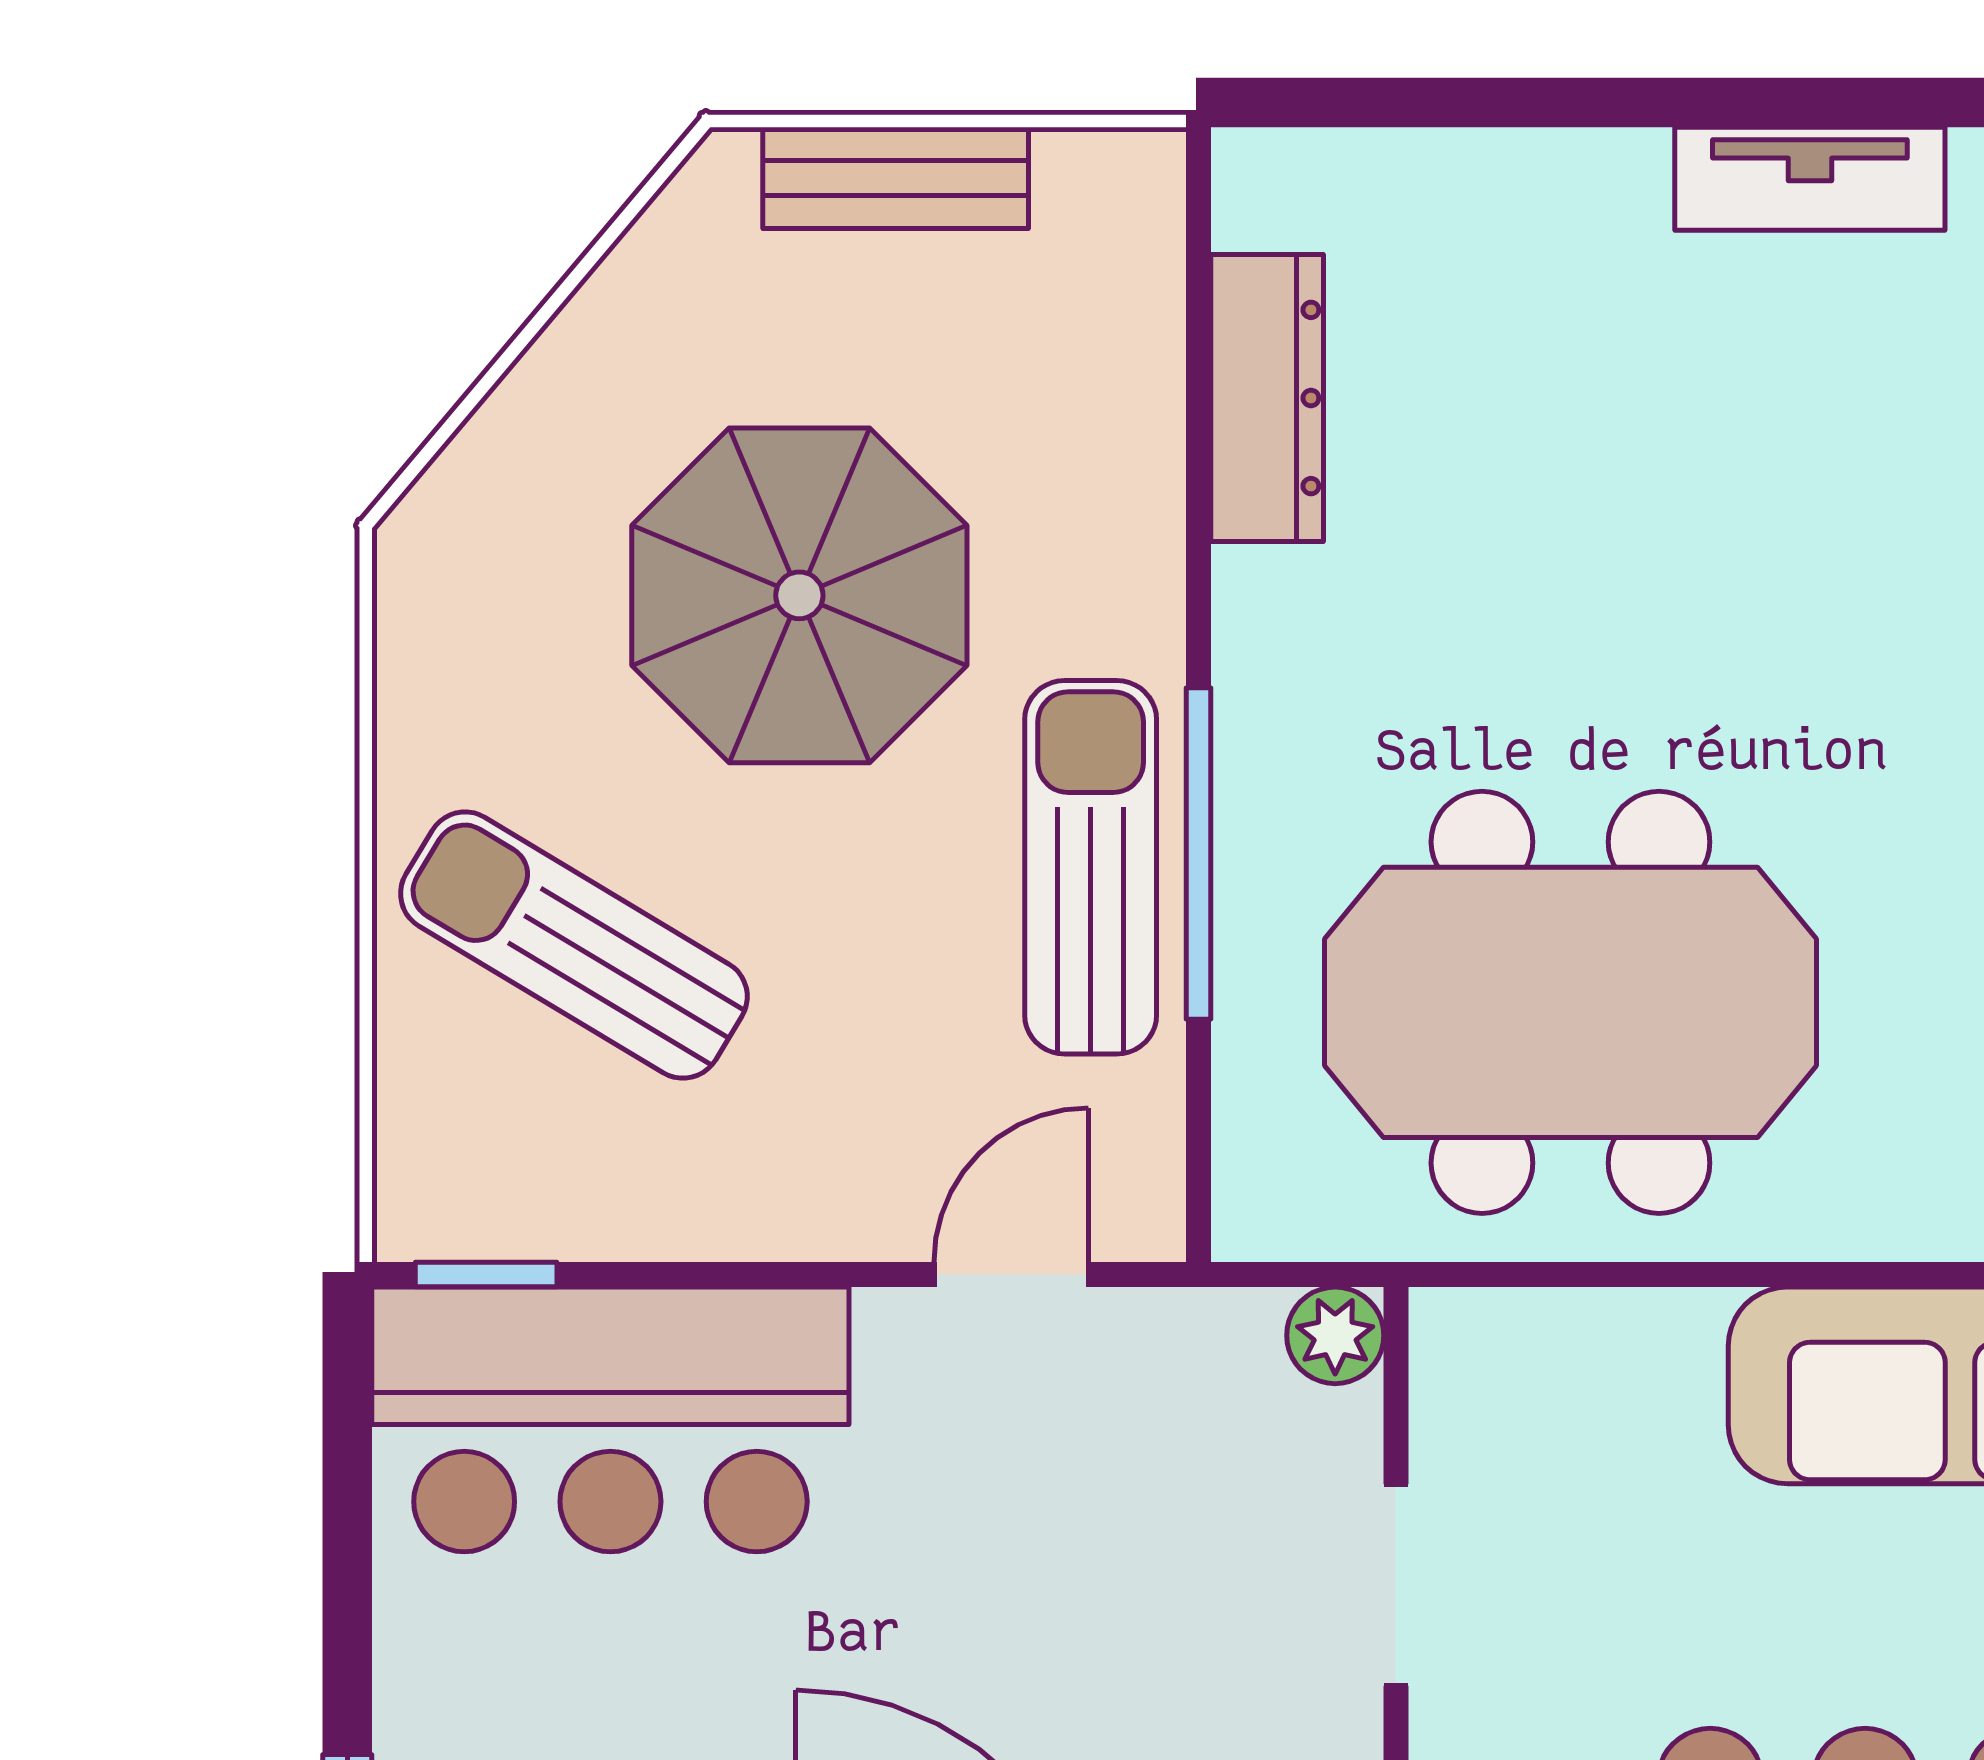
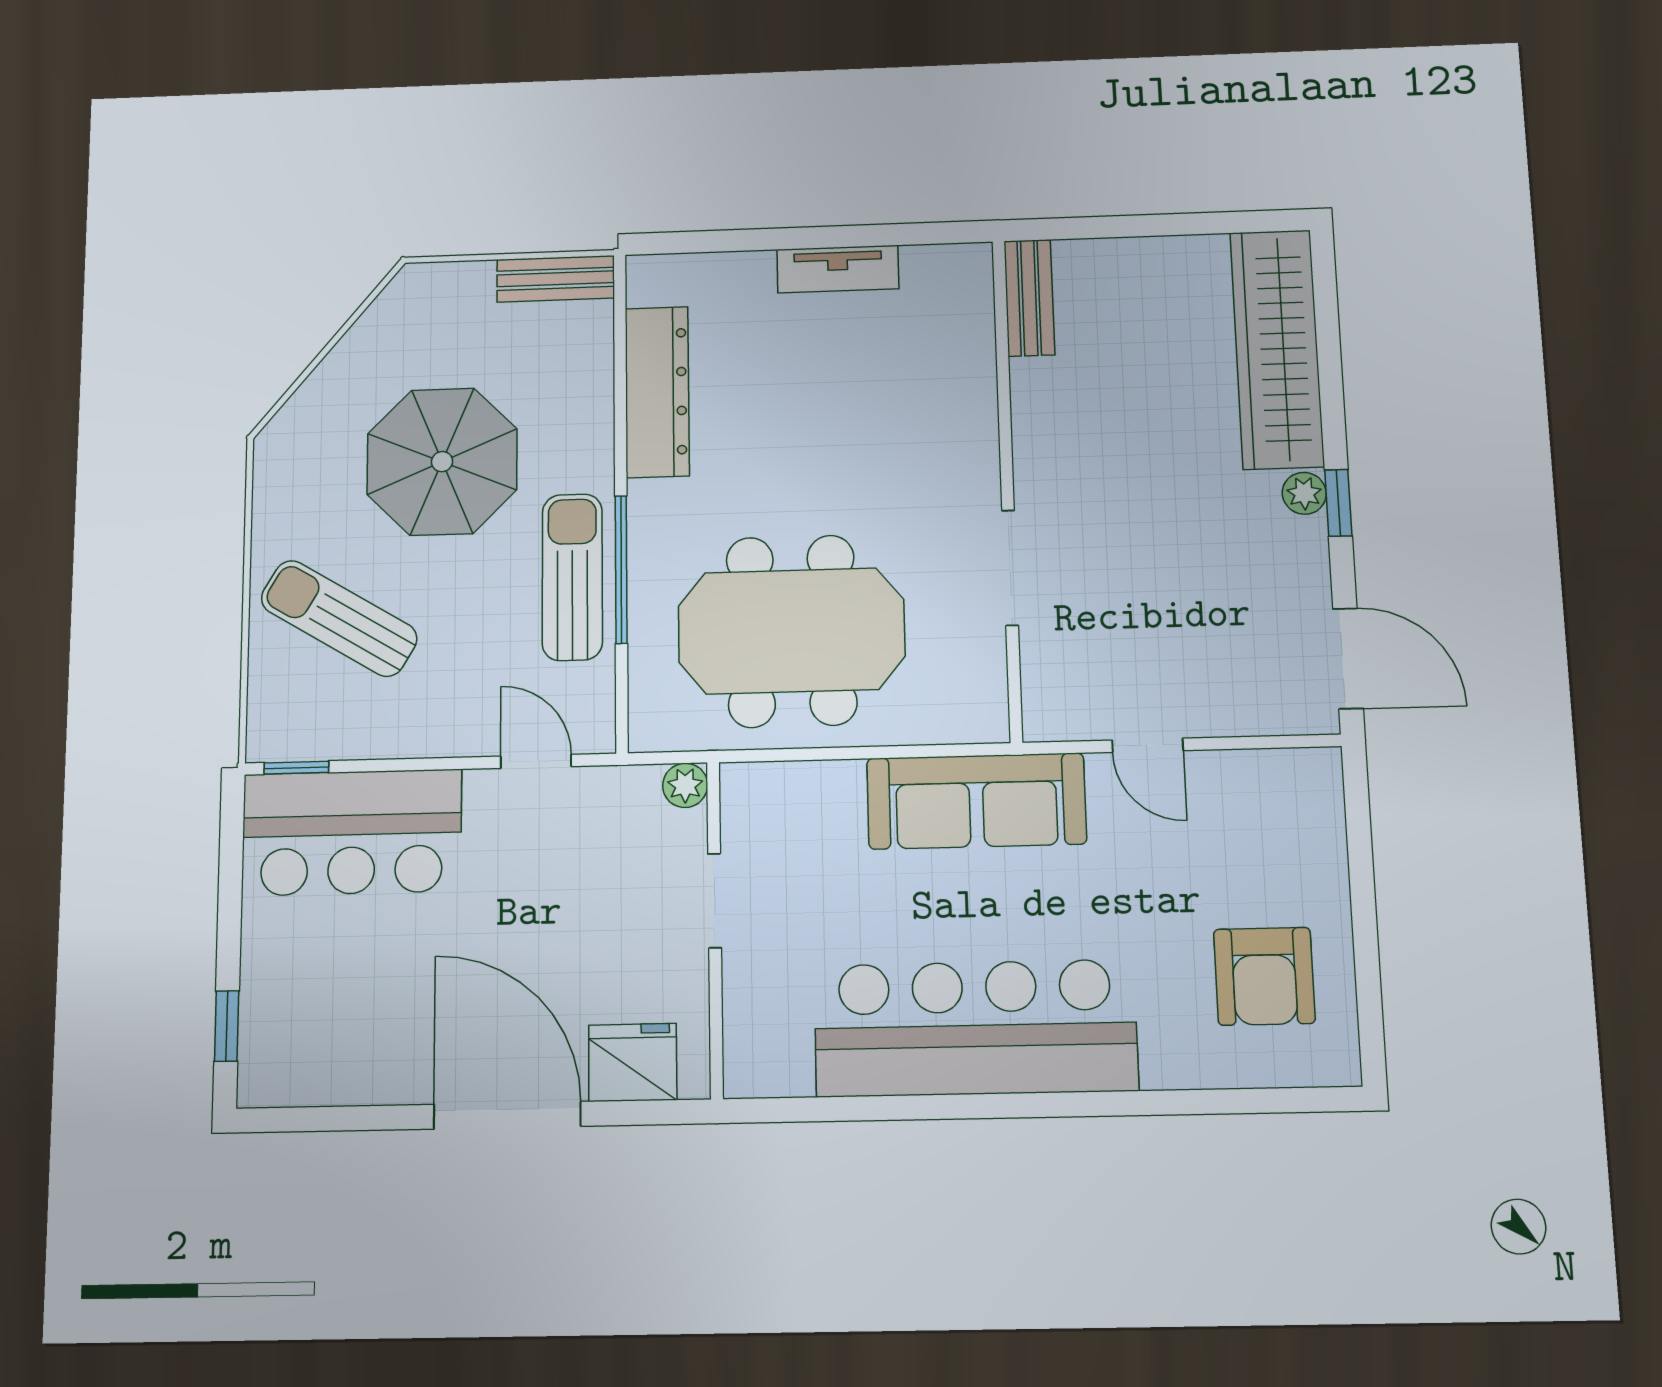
bench: (896, 178) -> (556, 279), moved
tv unit: (1810, 179) -> (838, 269), moved
dresser: (1267, 398) -> (657, 392), width x1.37, depth x1.24
door: (1011, 1275) -> (536, 761), hinge flipped

